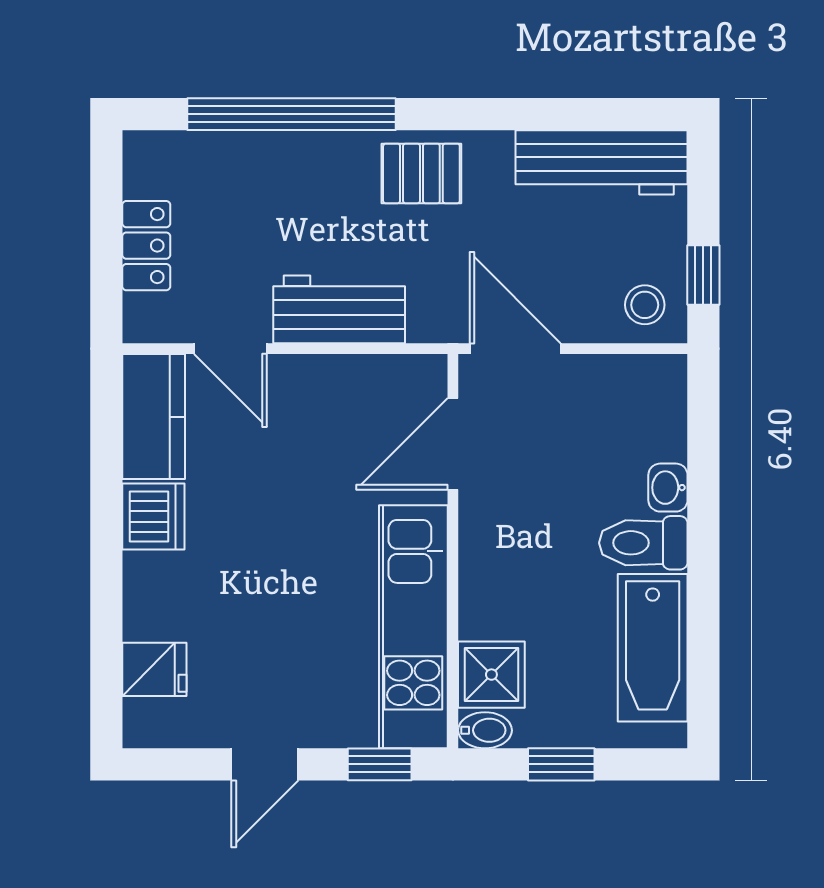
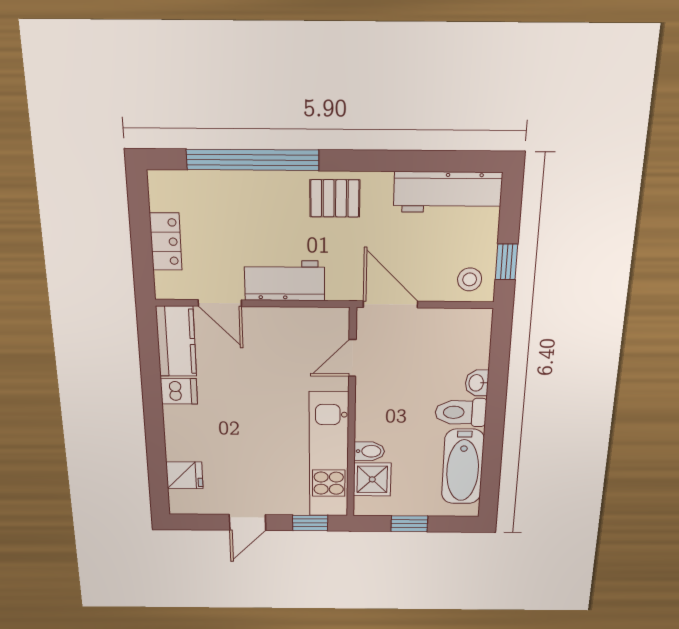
door: (453, 444) -> (352, 358), width x0.73
dishwasher: (153, 516) -> (179, 391), width x0.73
bidet: (485, 730) -> (369, 451), moved

